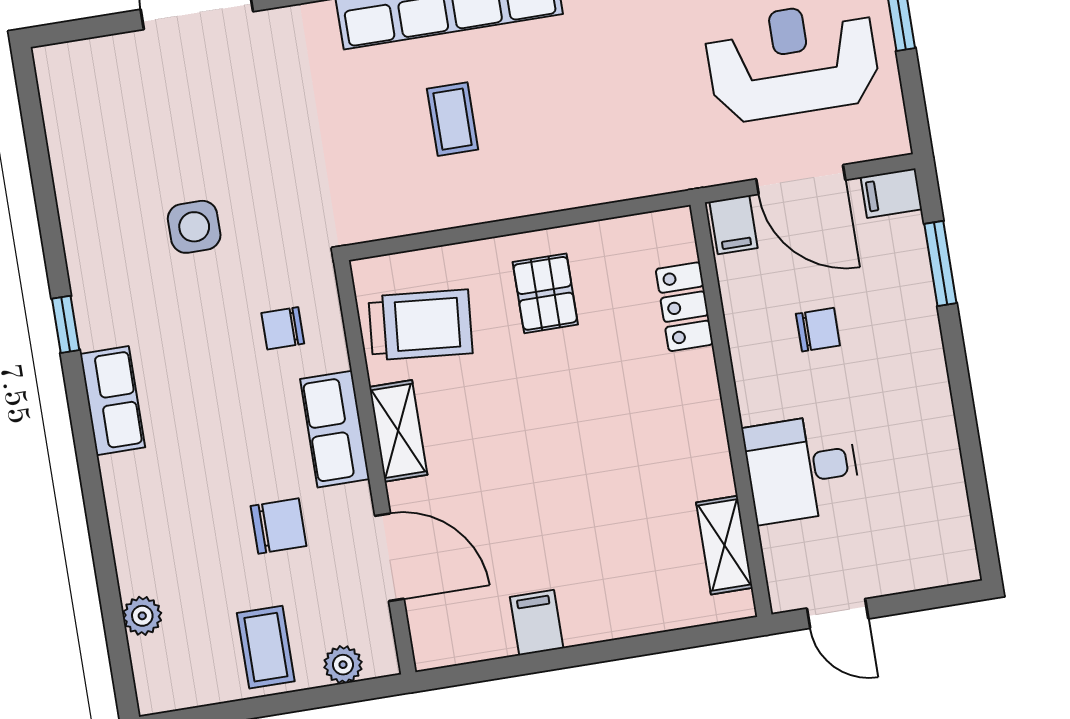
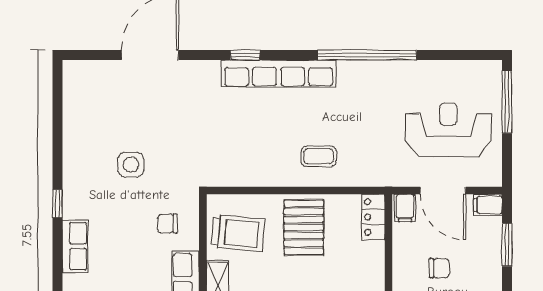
coffee table: (453, 119) -> (319, 156), moved, turned 90
pallet: (545, 293) -> (304, 227), width x1.50, depth x1.42
locker: (684, 307) -> (373, 217), moved

